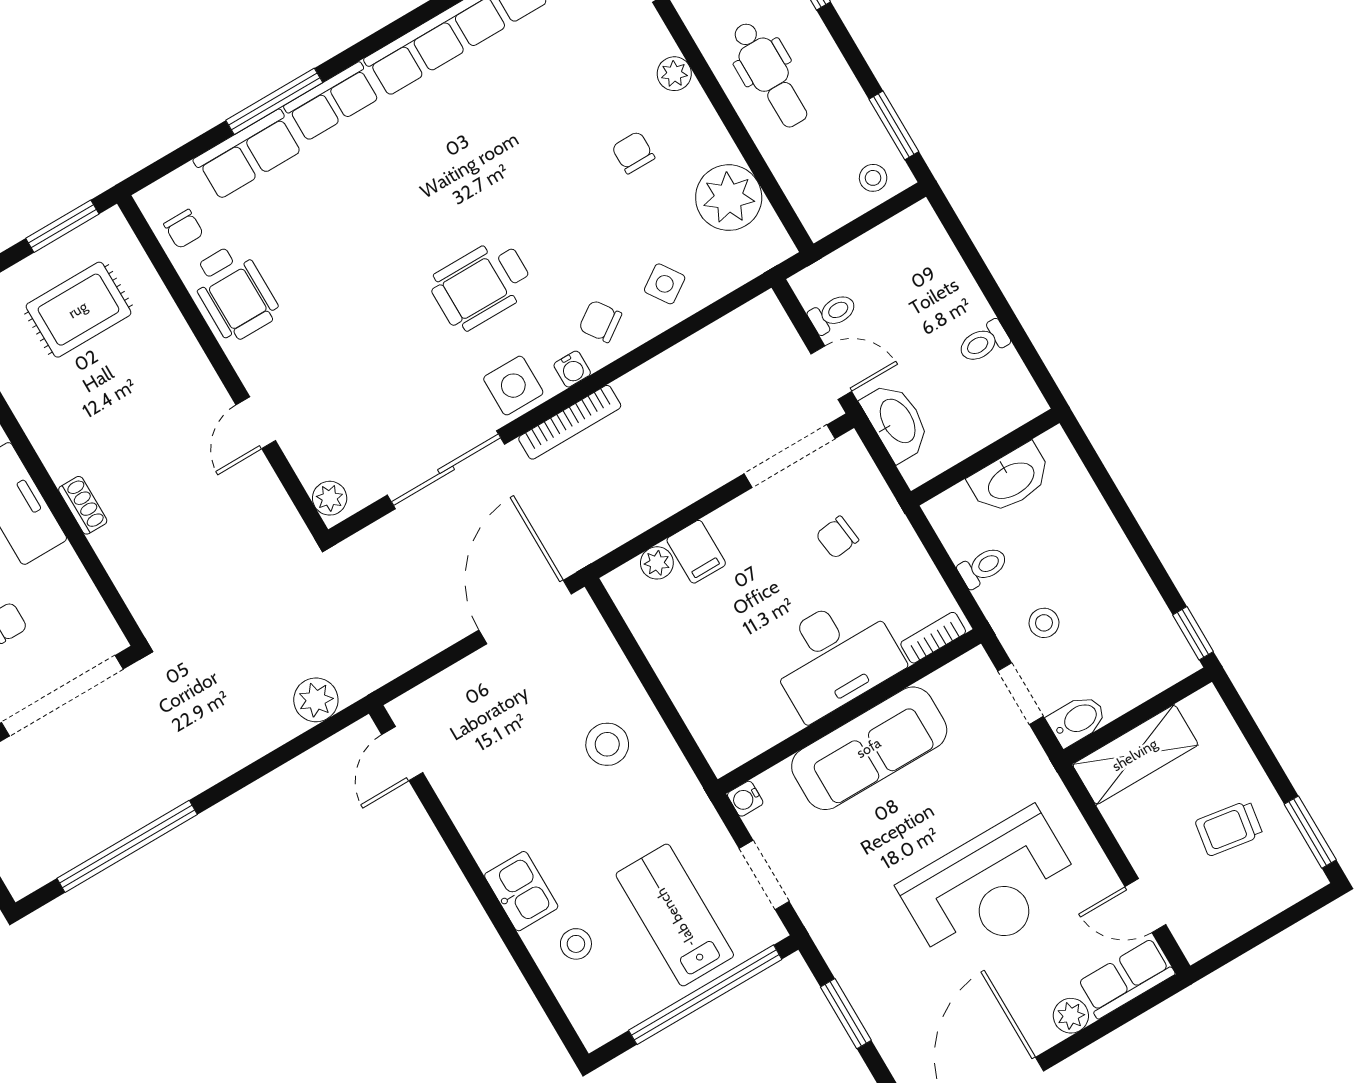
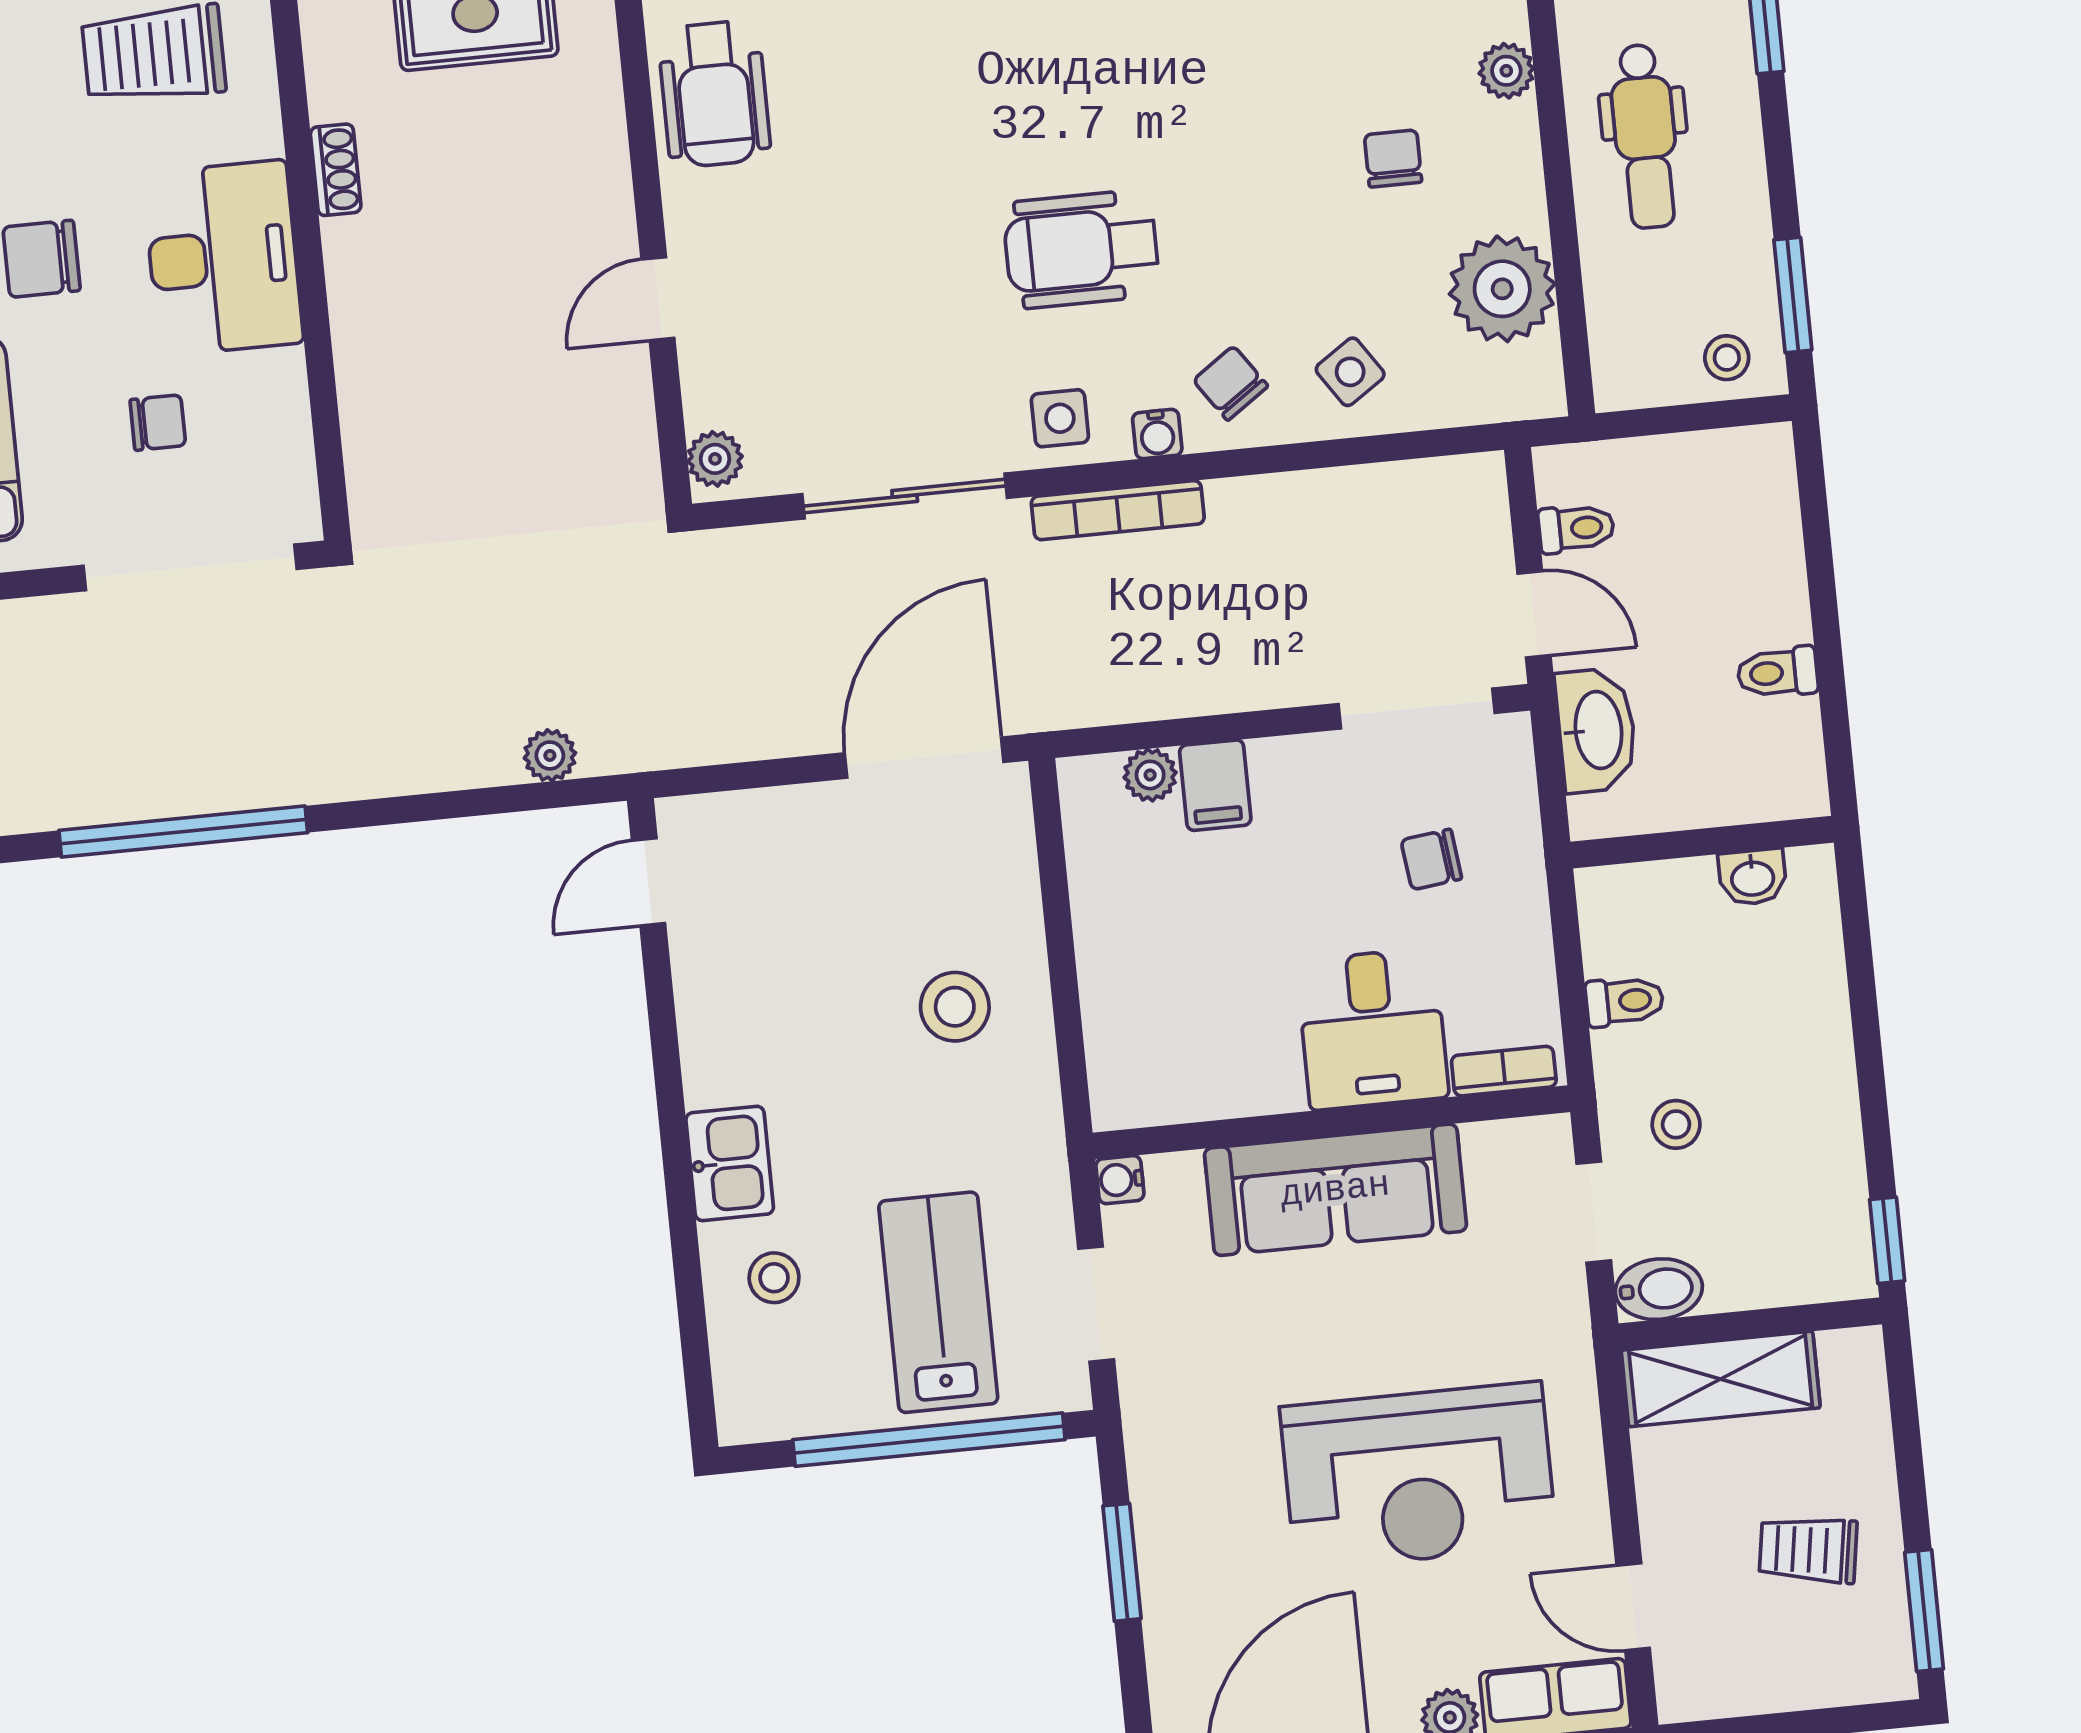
side table: (513, 386) -> (1060, 418), width x0.73, depth x0.73
washbasin: (1010, 479) -> (1753, 877), width x0.52, depth x0.69
shoe rack: (83, 505) -> (336, 170), moved
desk: (834, 656) -> (1372, 1029), width x0.73
plant: (316, 700) -> (550, 755), width x0.73, depth x0.73

